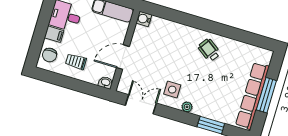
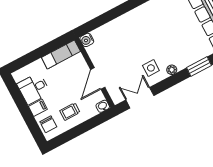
wheelchair: (209, 50) -> (150, 18), removed

